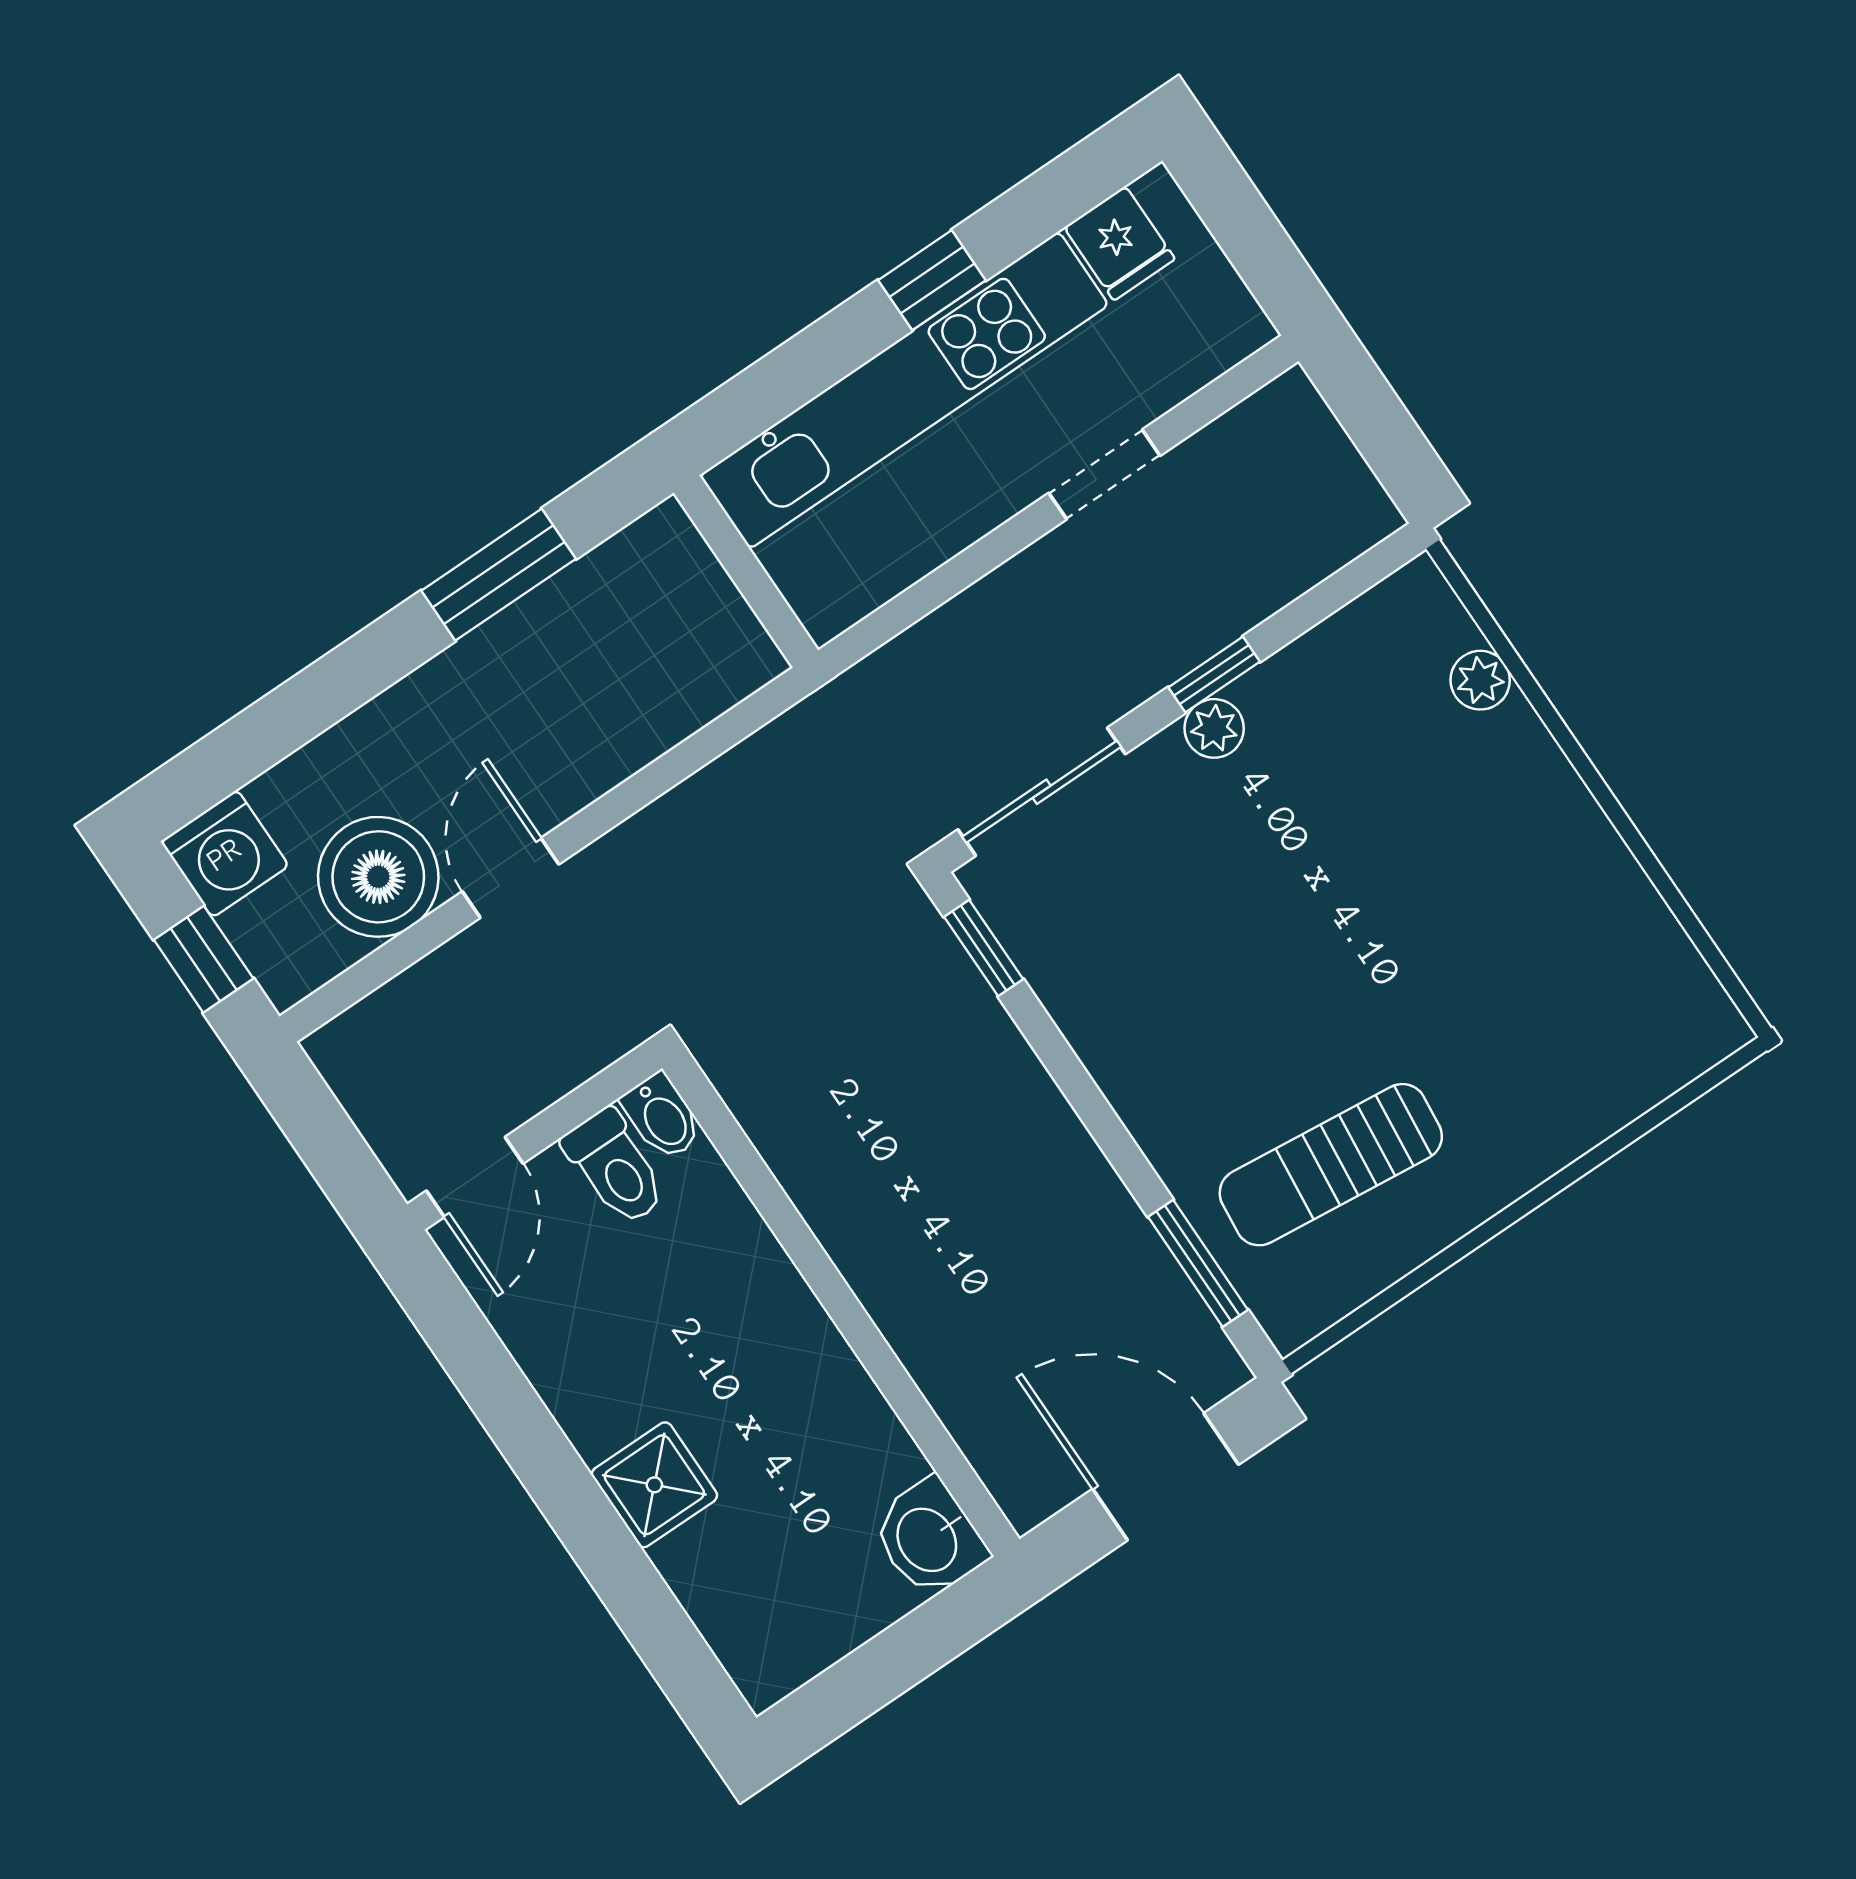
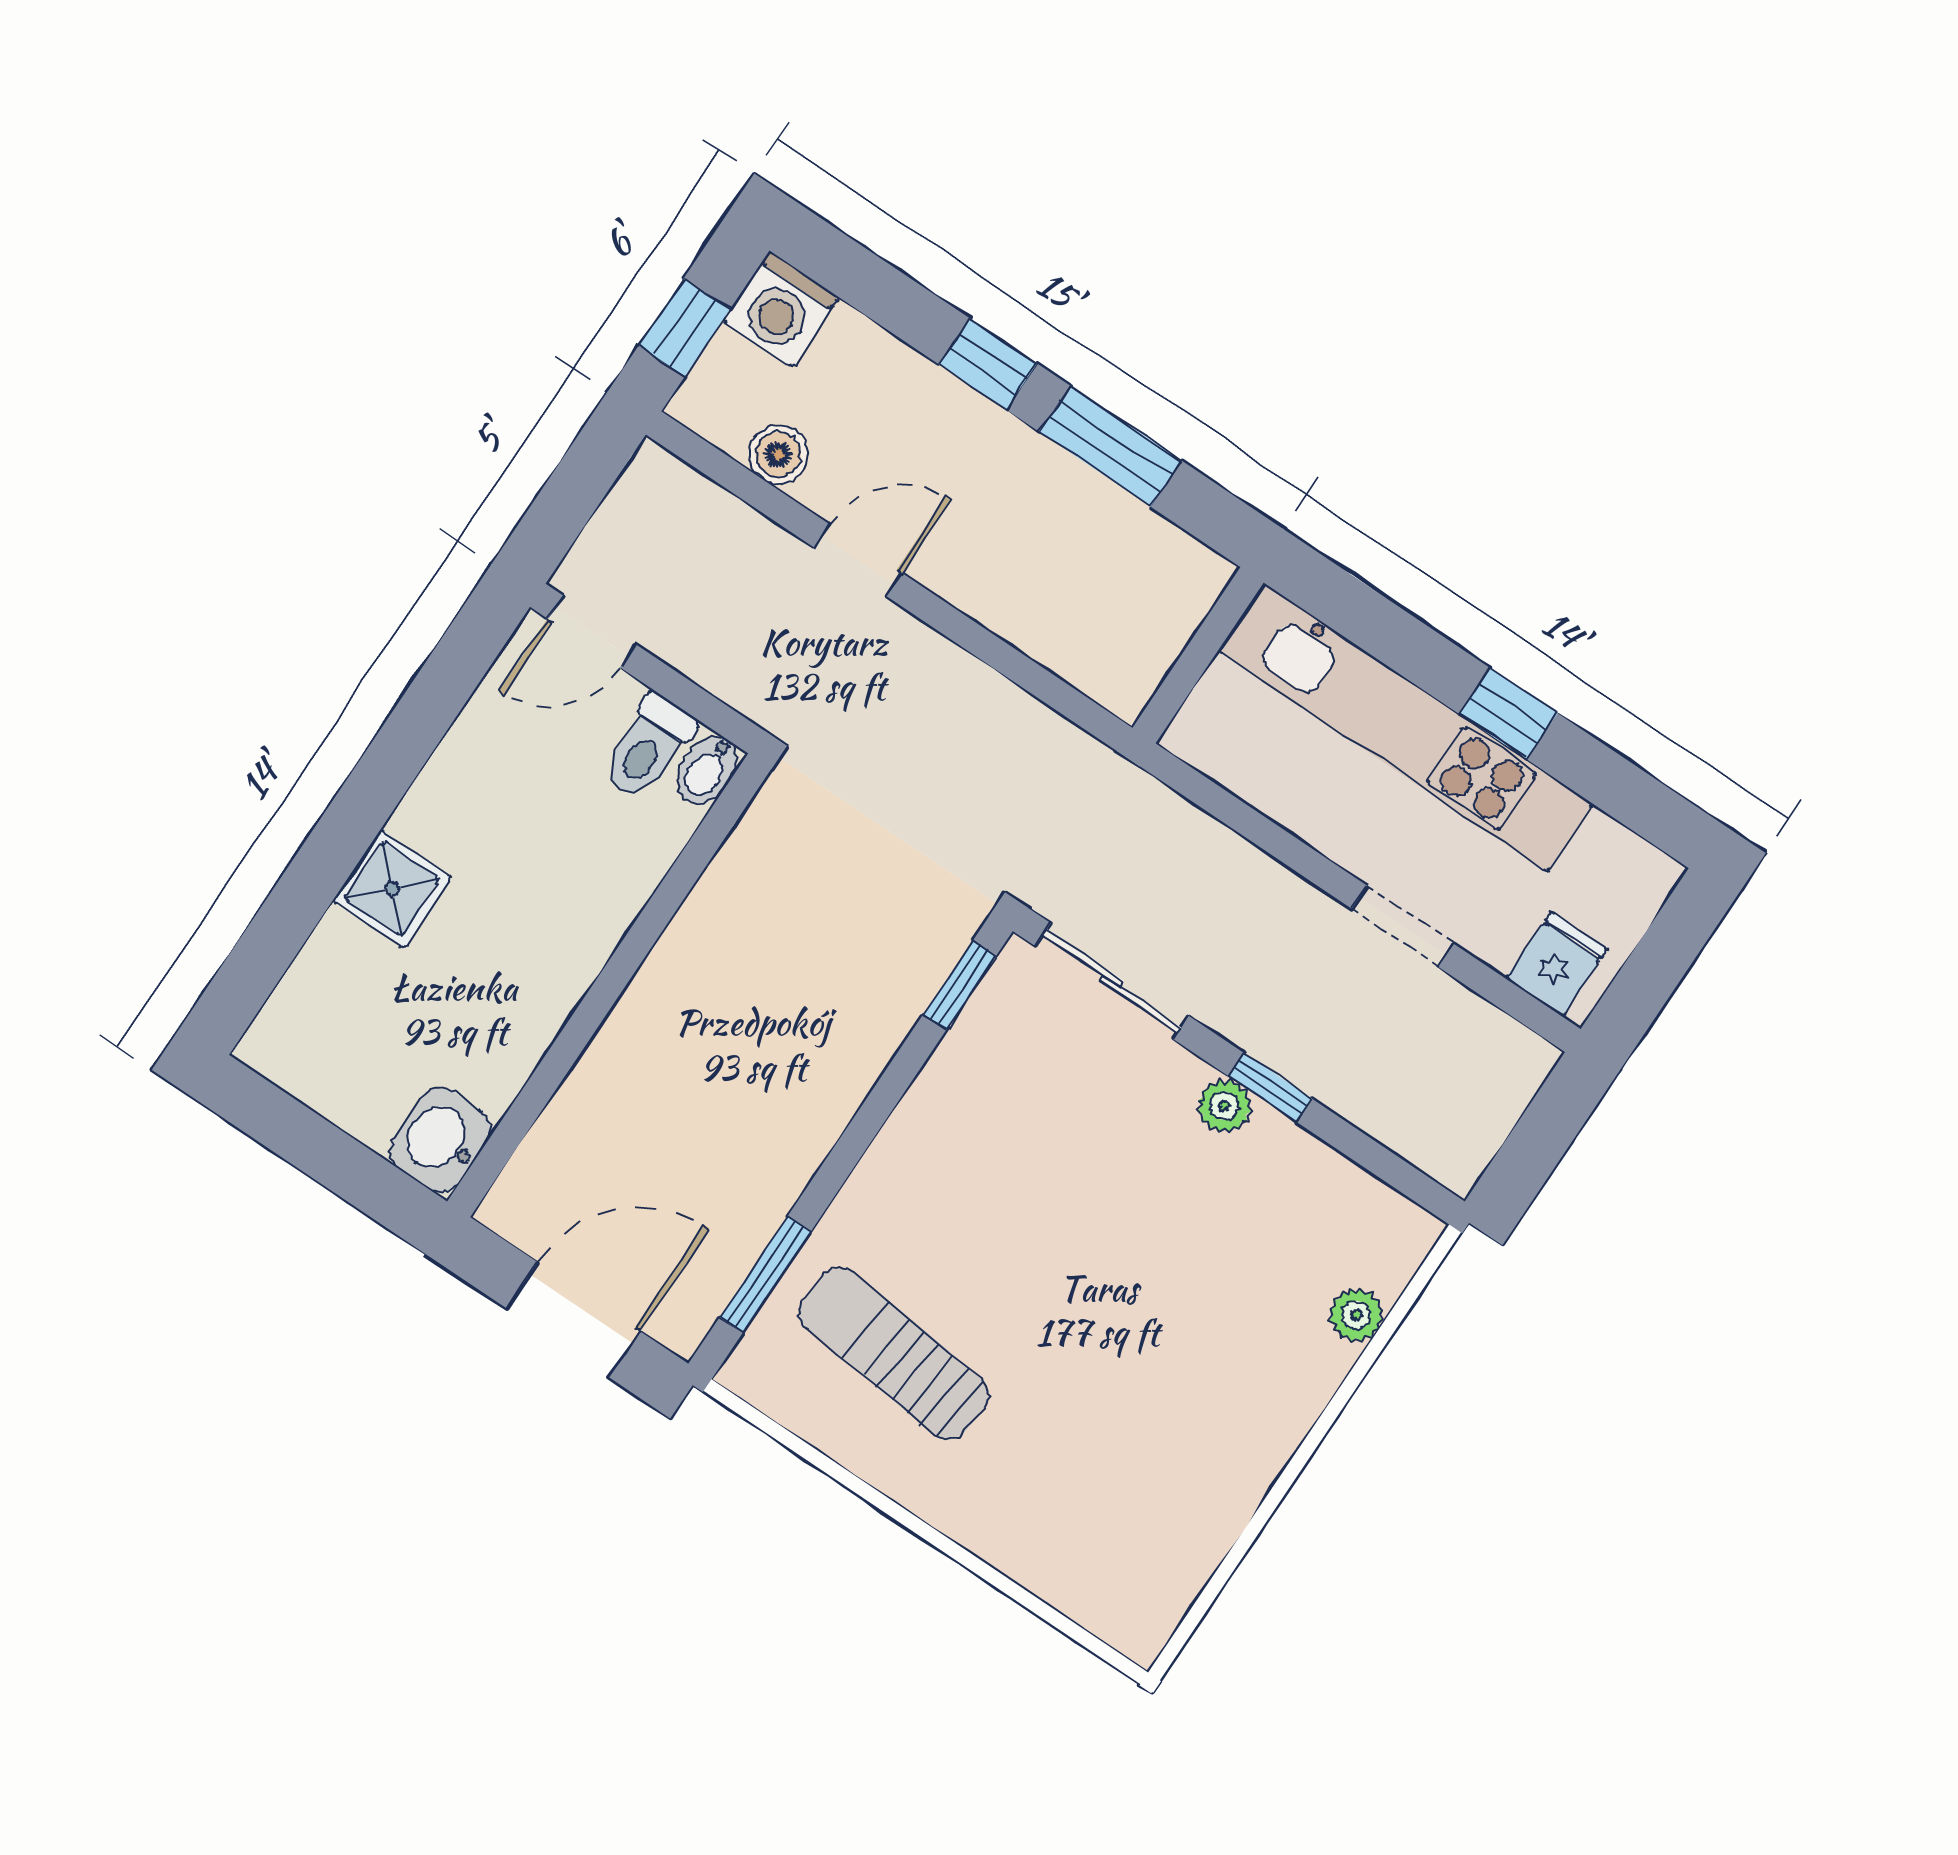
fridge: (1120, 243) -> (1557, 964), moved, turned 180
window: (365, 666) -> (988, 364), added
boiler: (378, 877) -> (778, 454), width x0.54, depth x0.54
door: (1166, 1477) -> (573, 1320), hinge flipped

